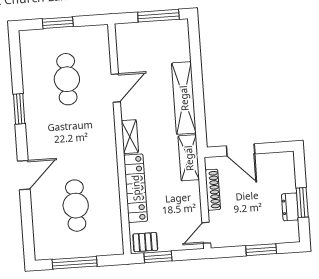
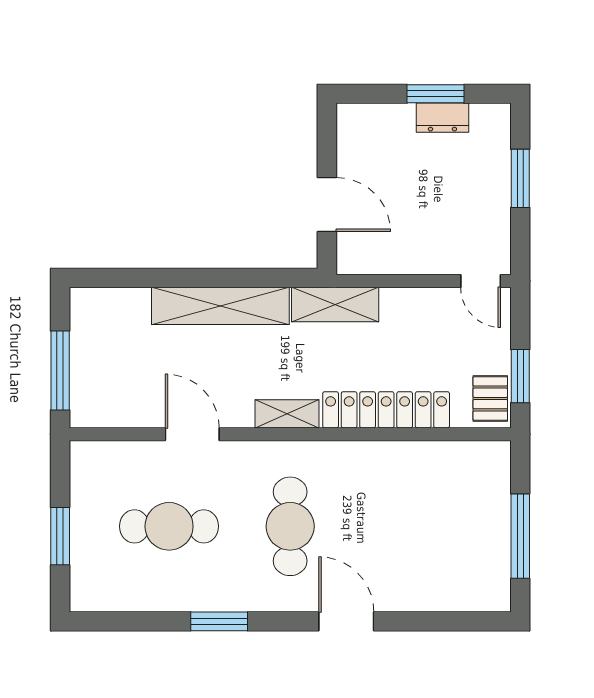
window: (158, 16) -> (60, 370), moved
door: (241, 150) -> (327, 204), hinge flipped
shoe rack: (213, 190) -> (399, 263), removed
cafe table: (76, 206) -> (290, 526), moved, turned 90

